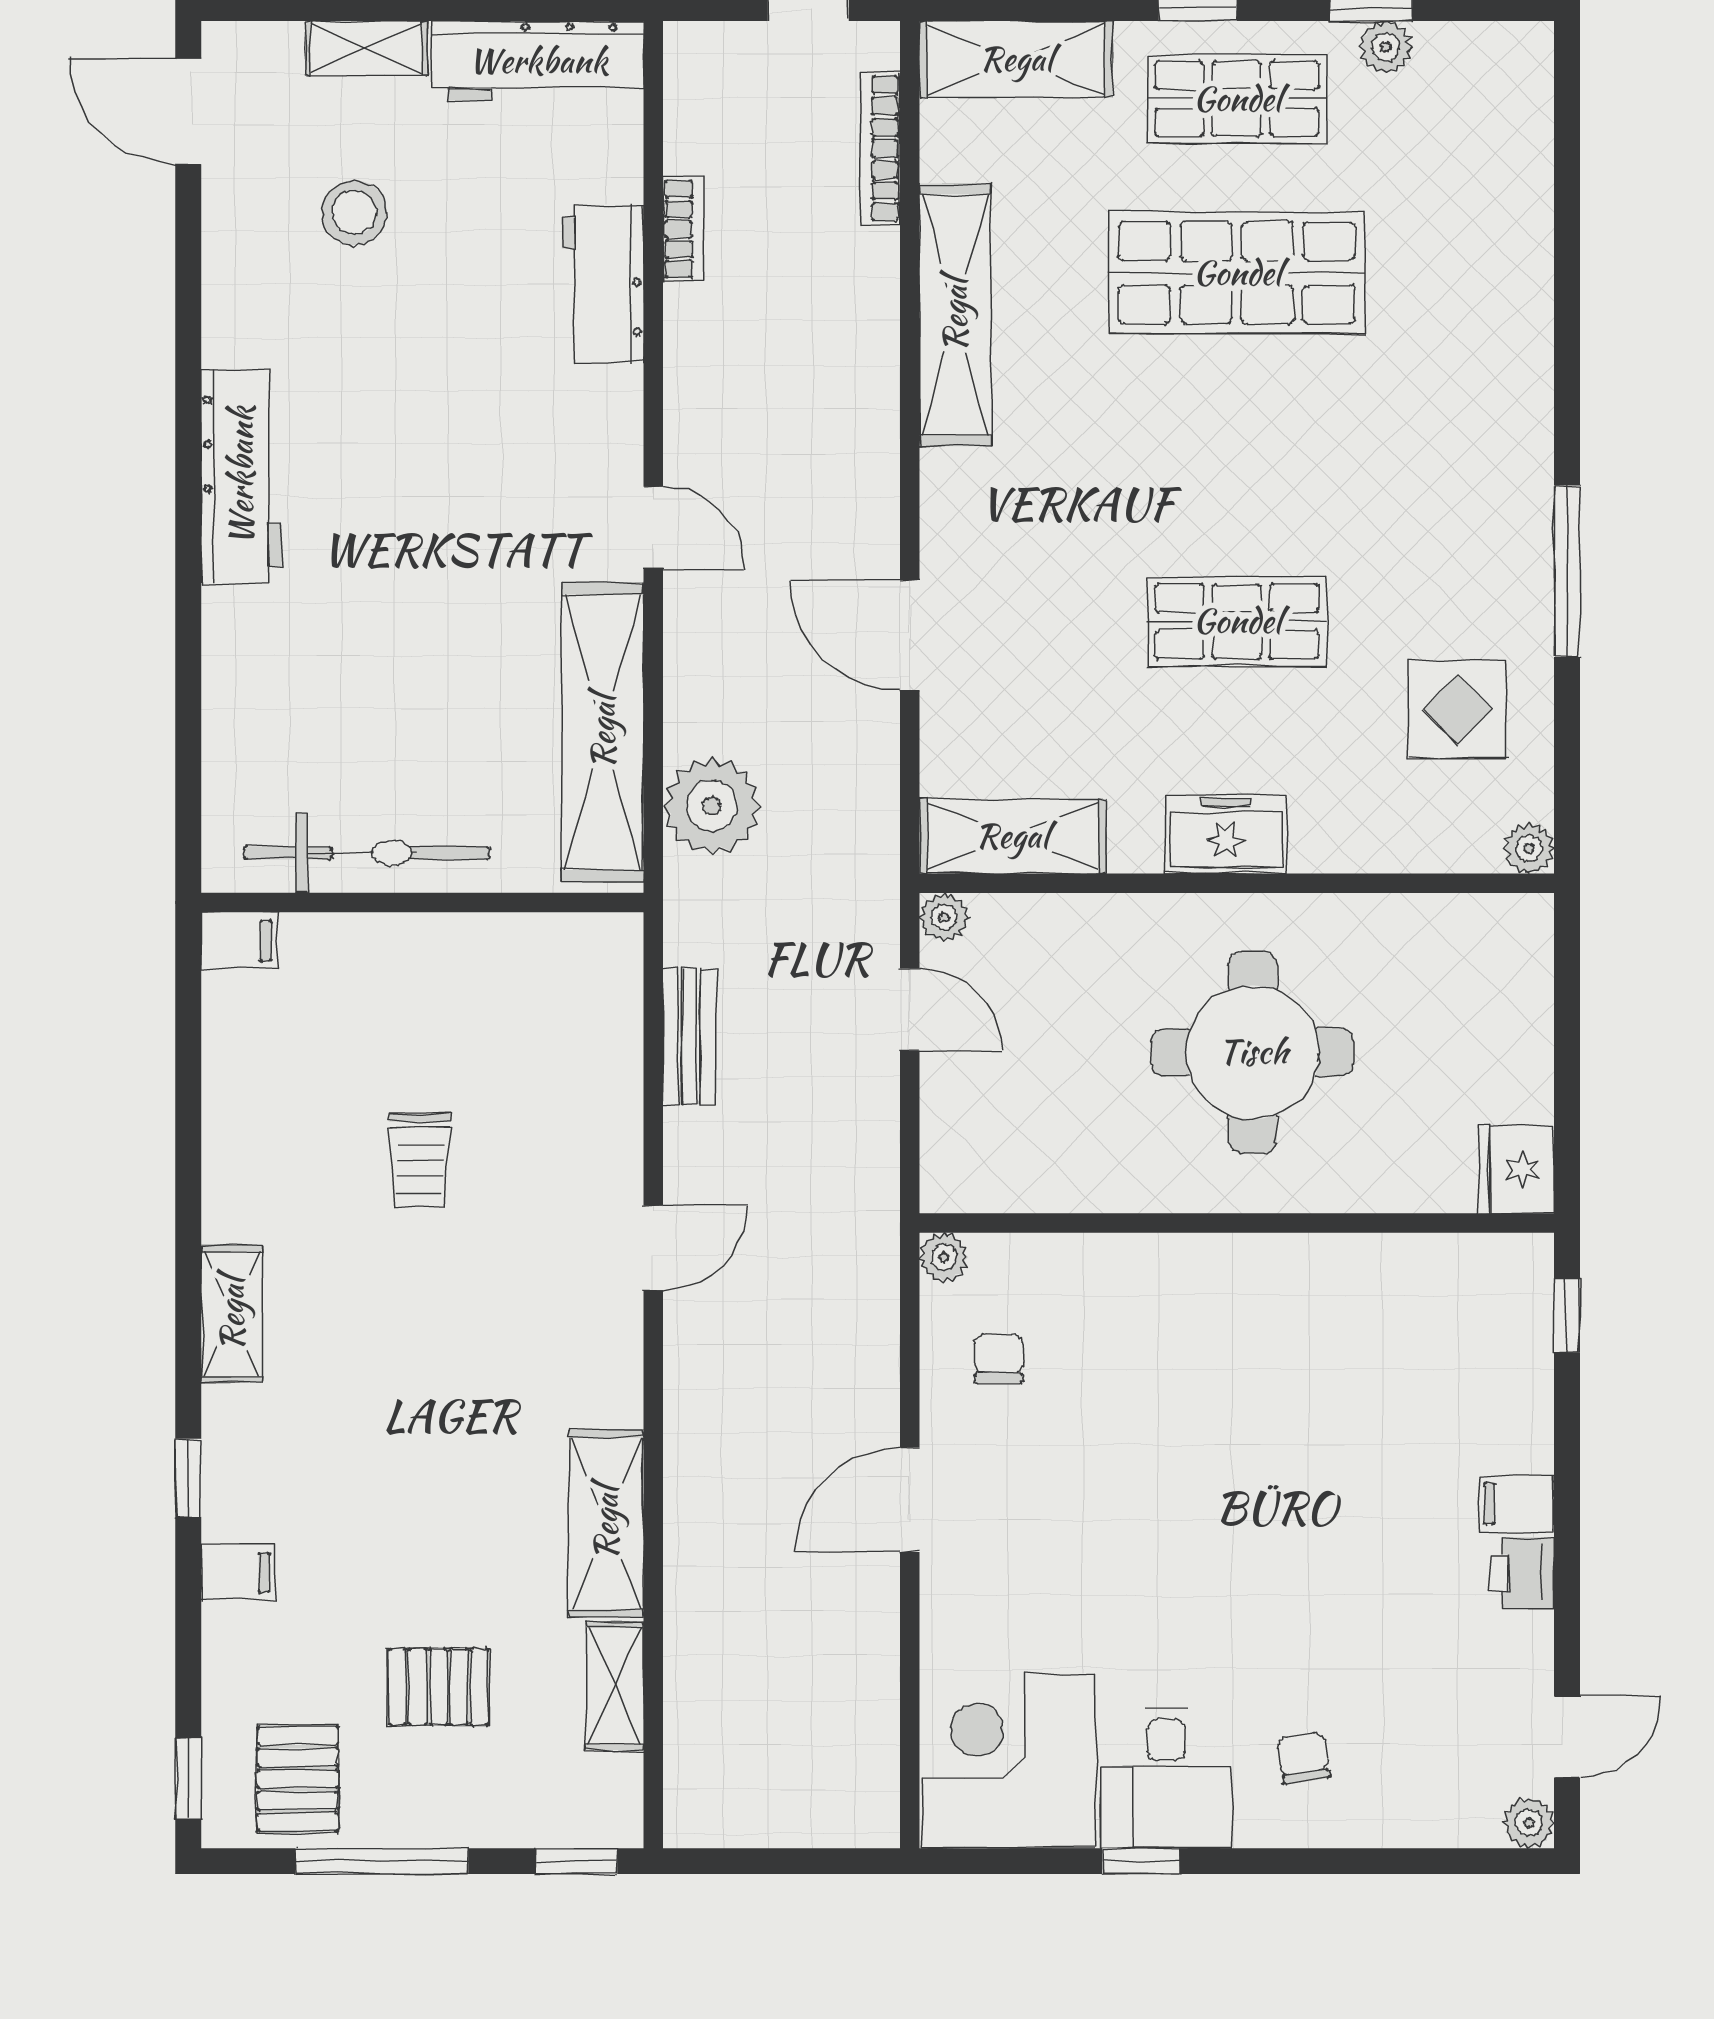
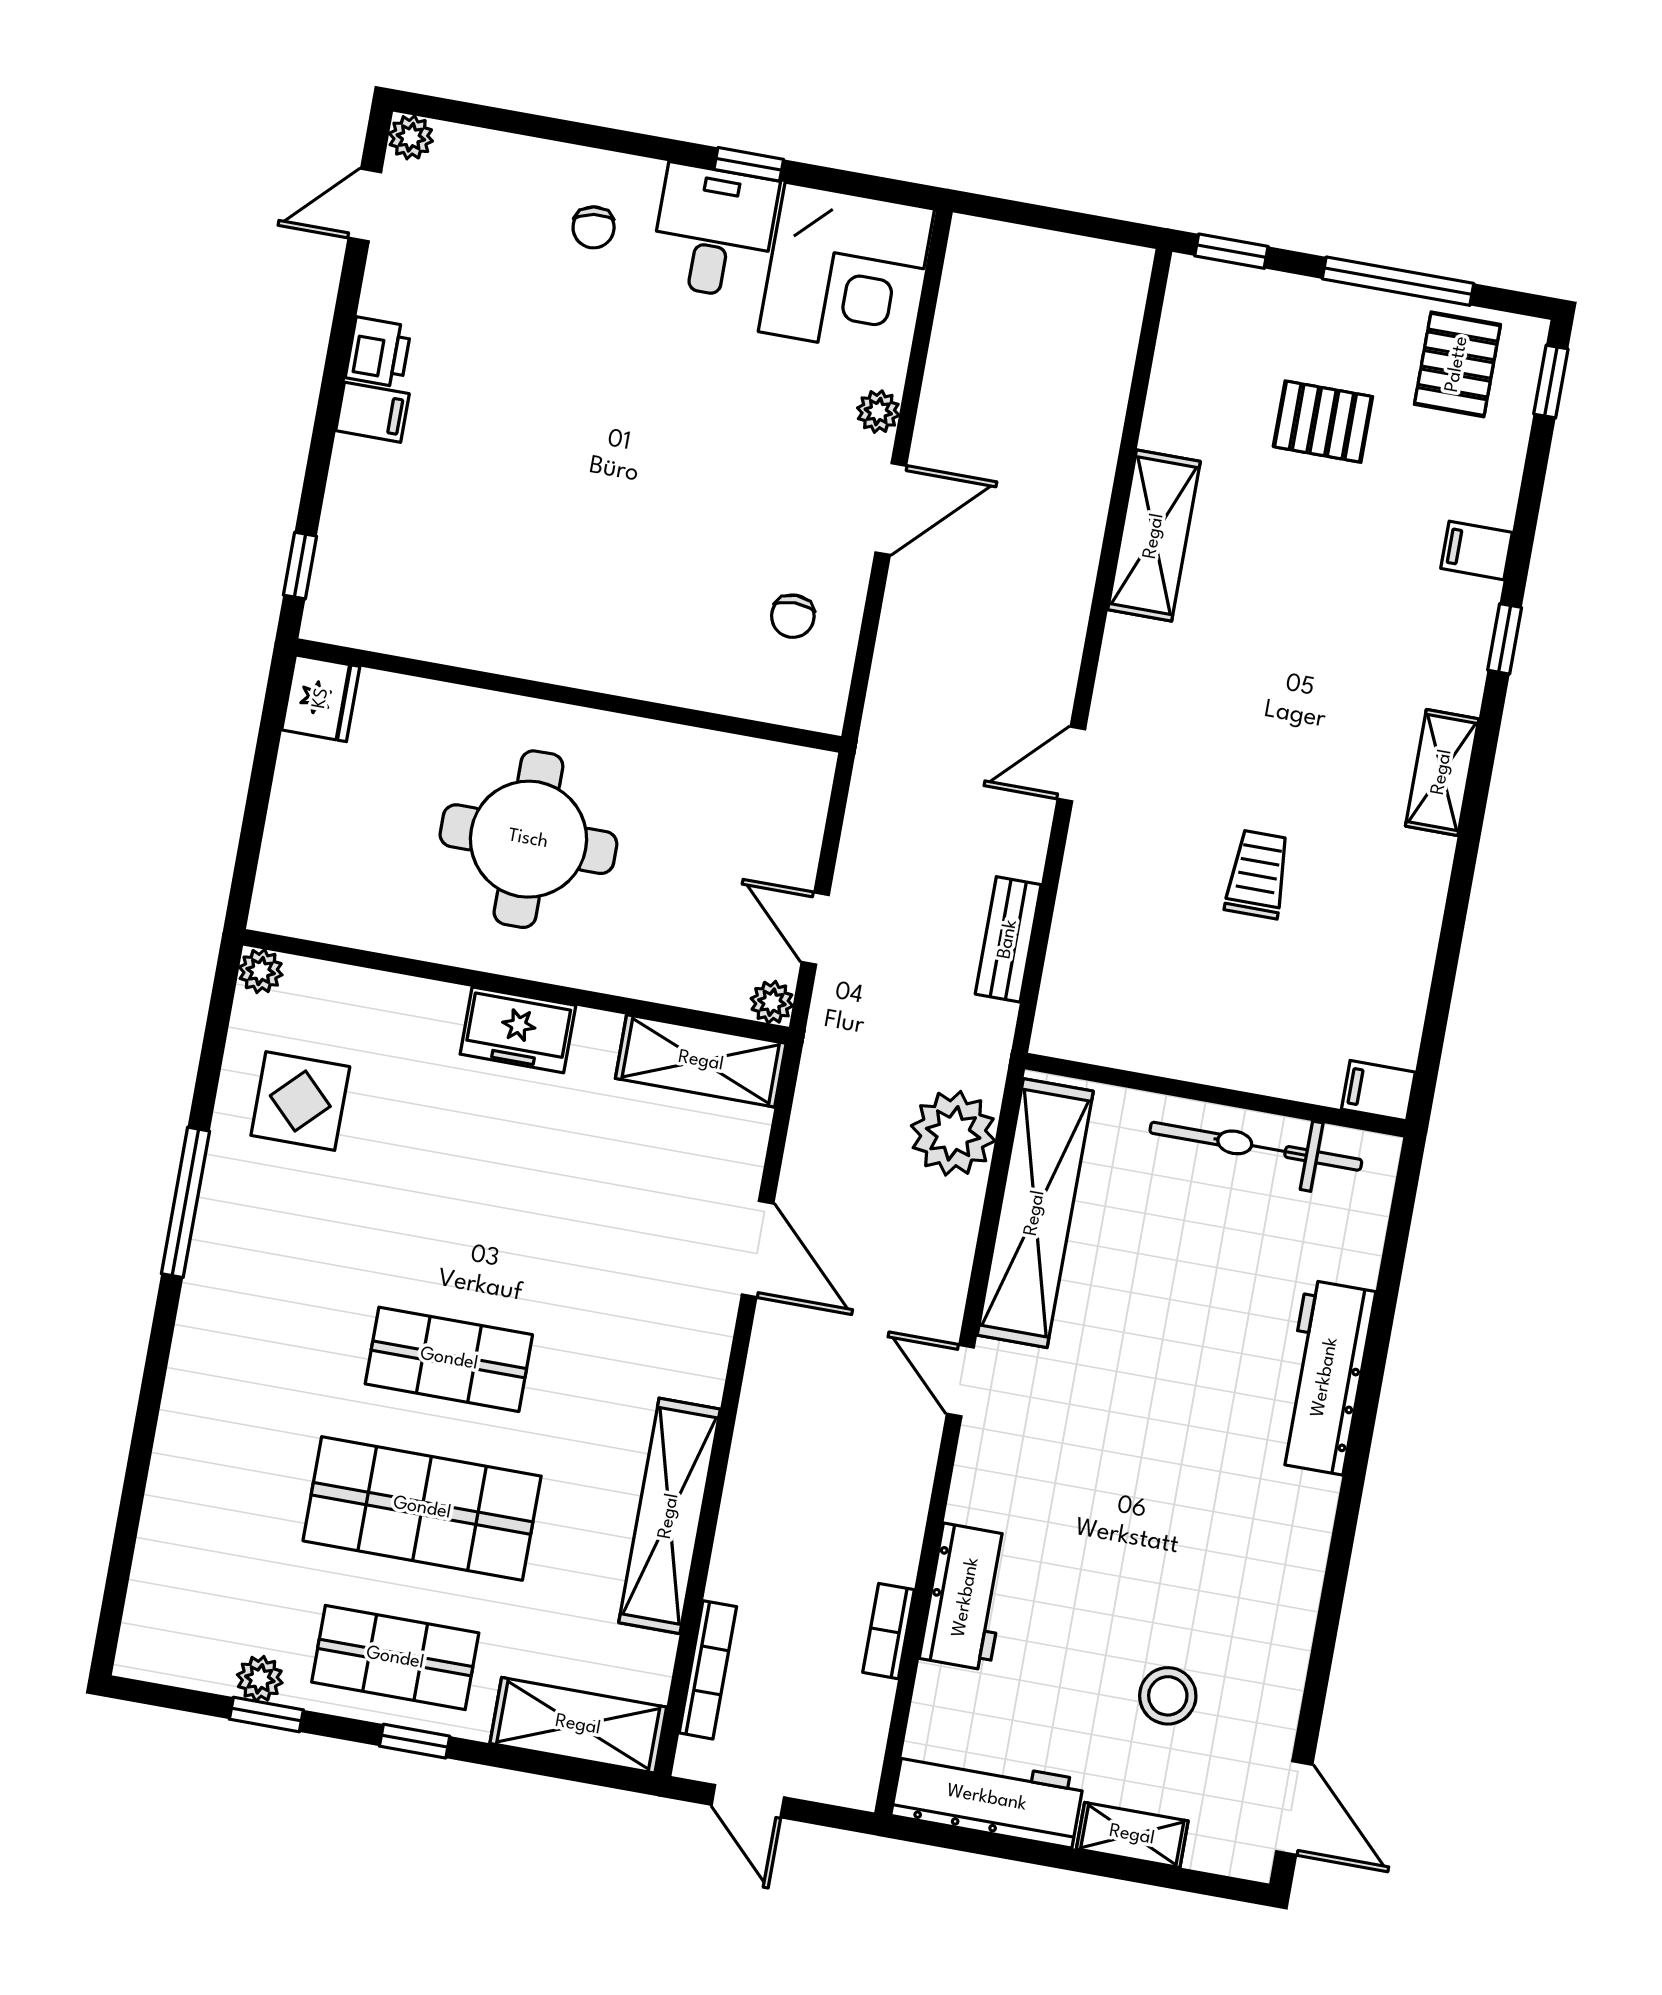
workbench: (241, 476) -> (1325, 1377), moved
shop shelf: (1237, 621) -> (449, 1359), moved
plant: (944, 1257) -> (878, 412), moved
shelving: (615, 1686) -> (1172, 395), removed

